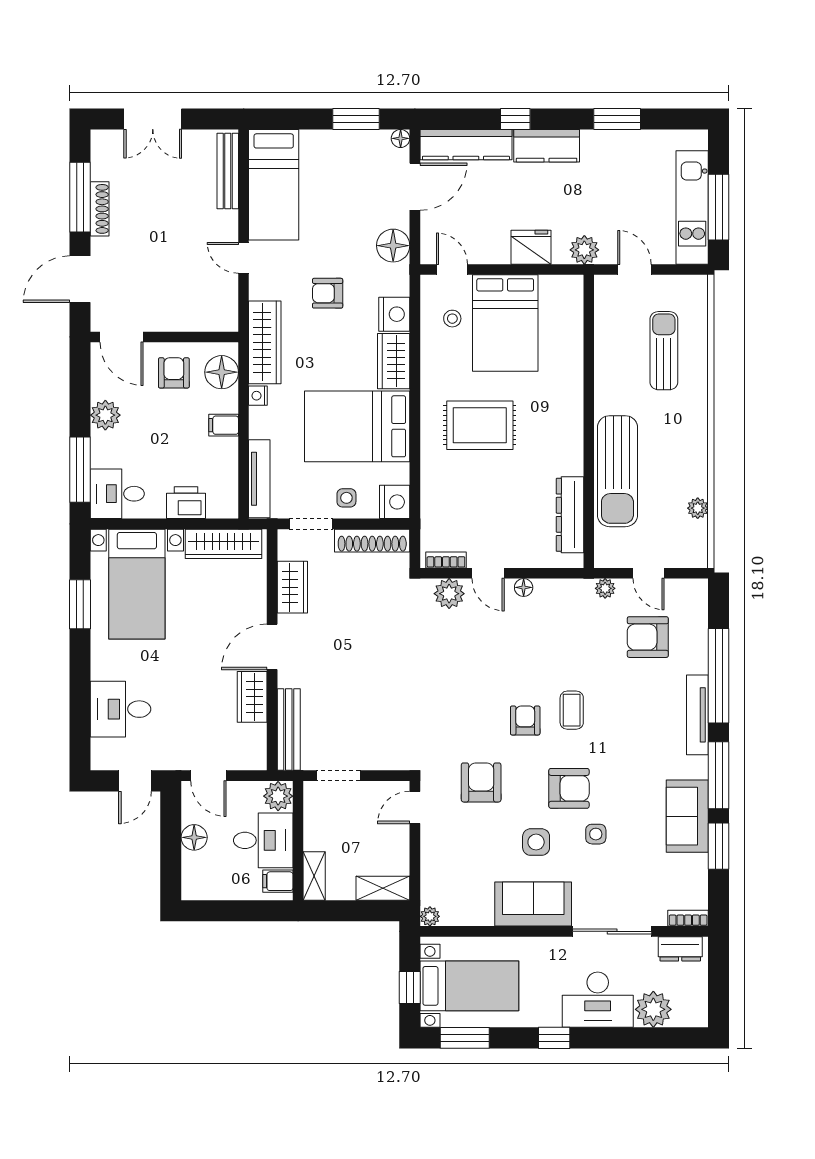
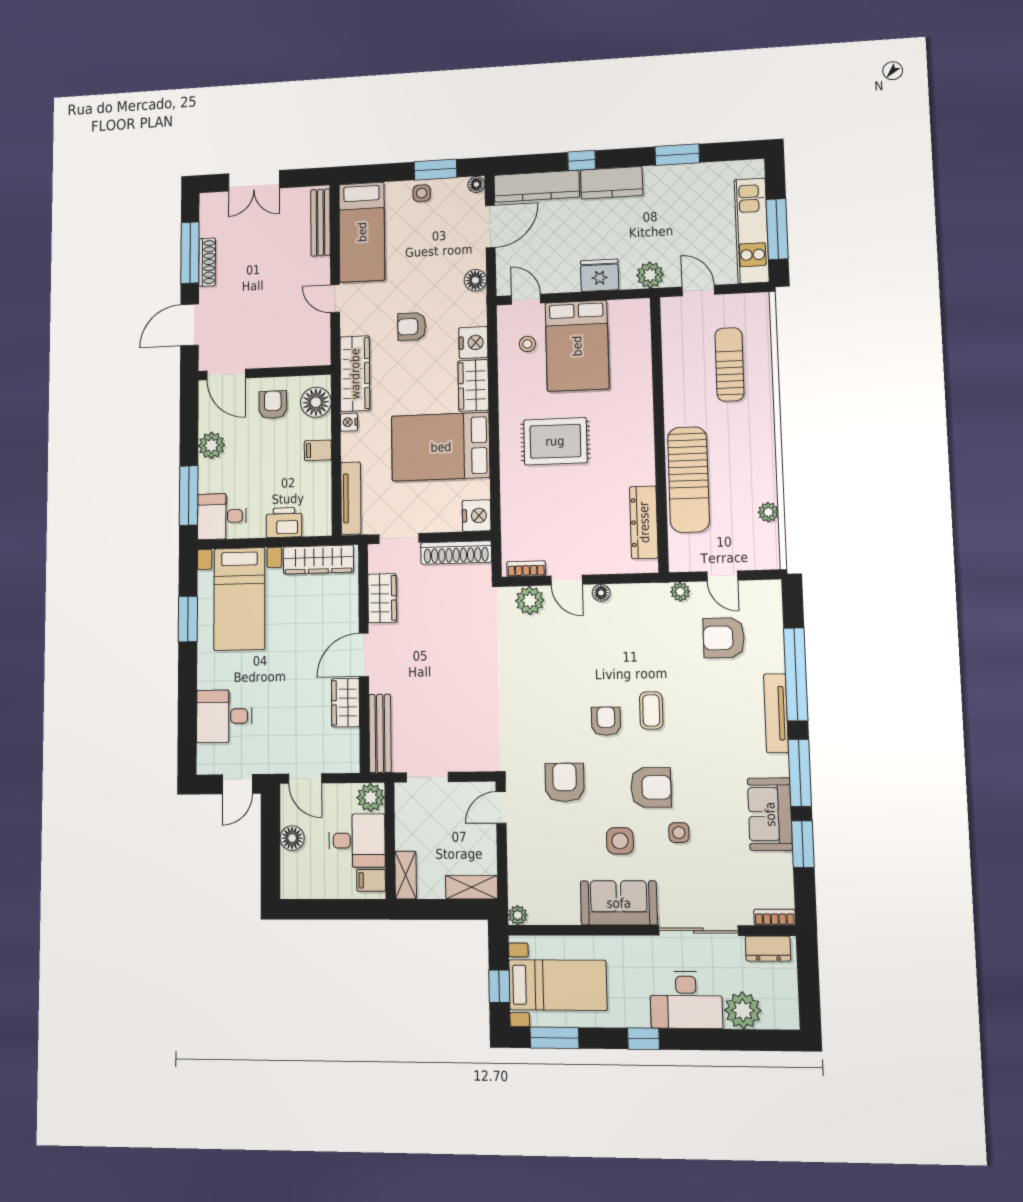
floor lamp: (393, 246) -> (475, 280), width x0.73, depth x0.73
side table: (346, 498) -> (422, 193), moved

